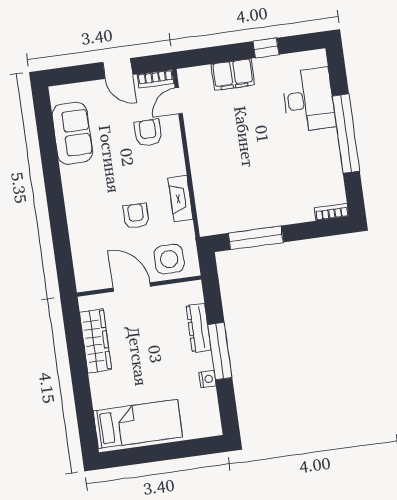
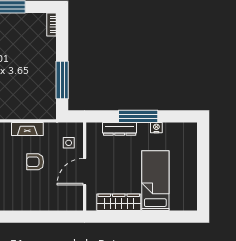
side table: (169, 259) -> (69, 143), width x0.54, depth x0.54
bed: (138, 424) -> (155, 181), moved

